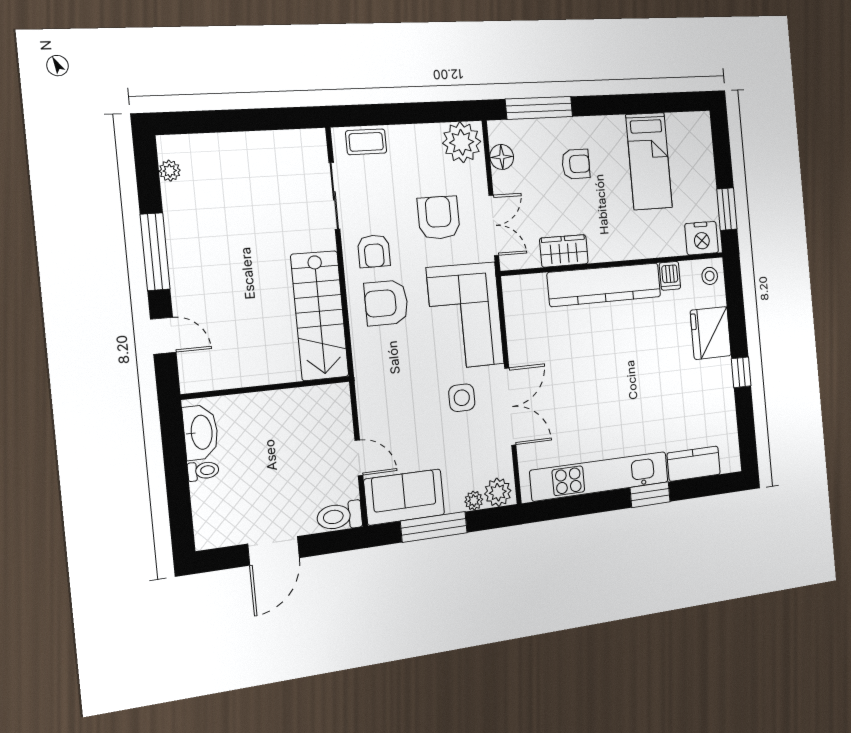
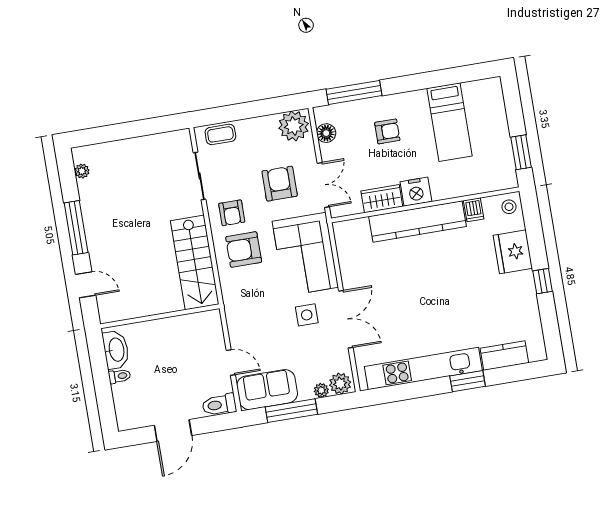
nightstand: (702, 238) -> (416, 192), moved

